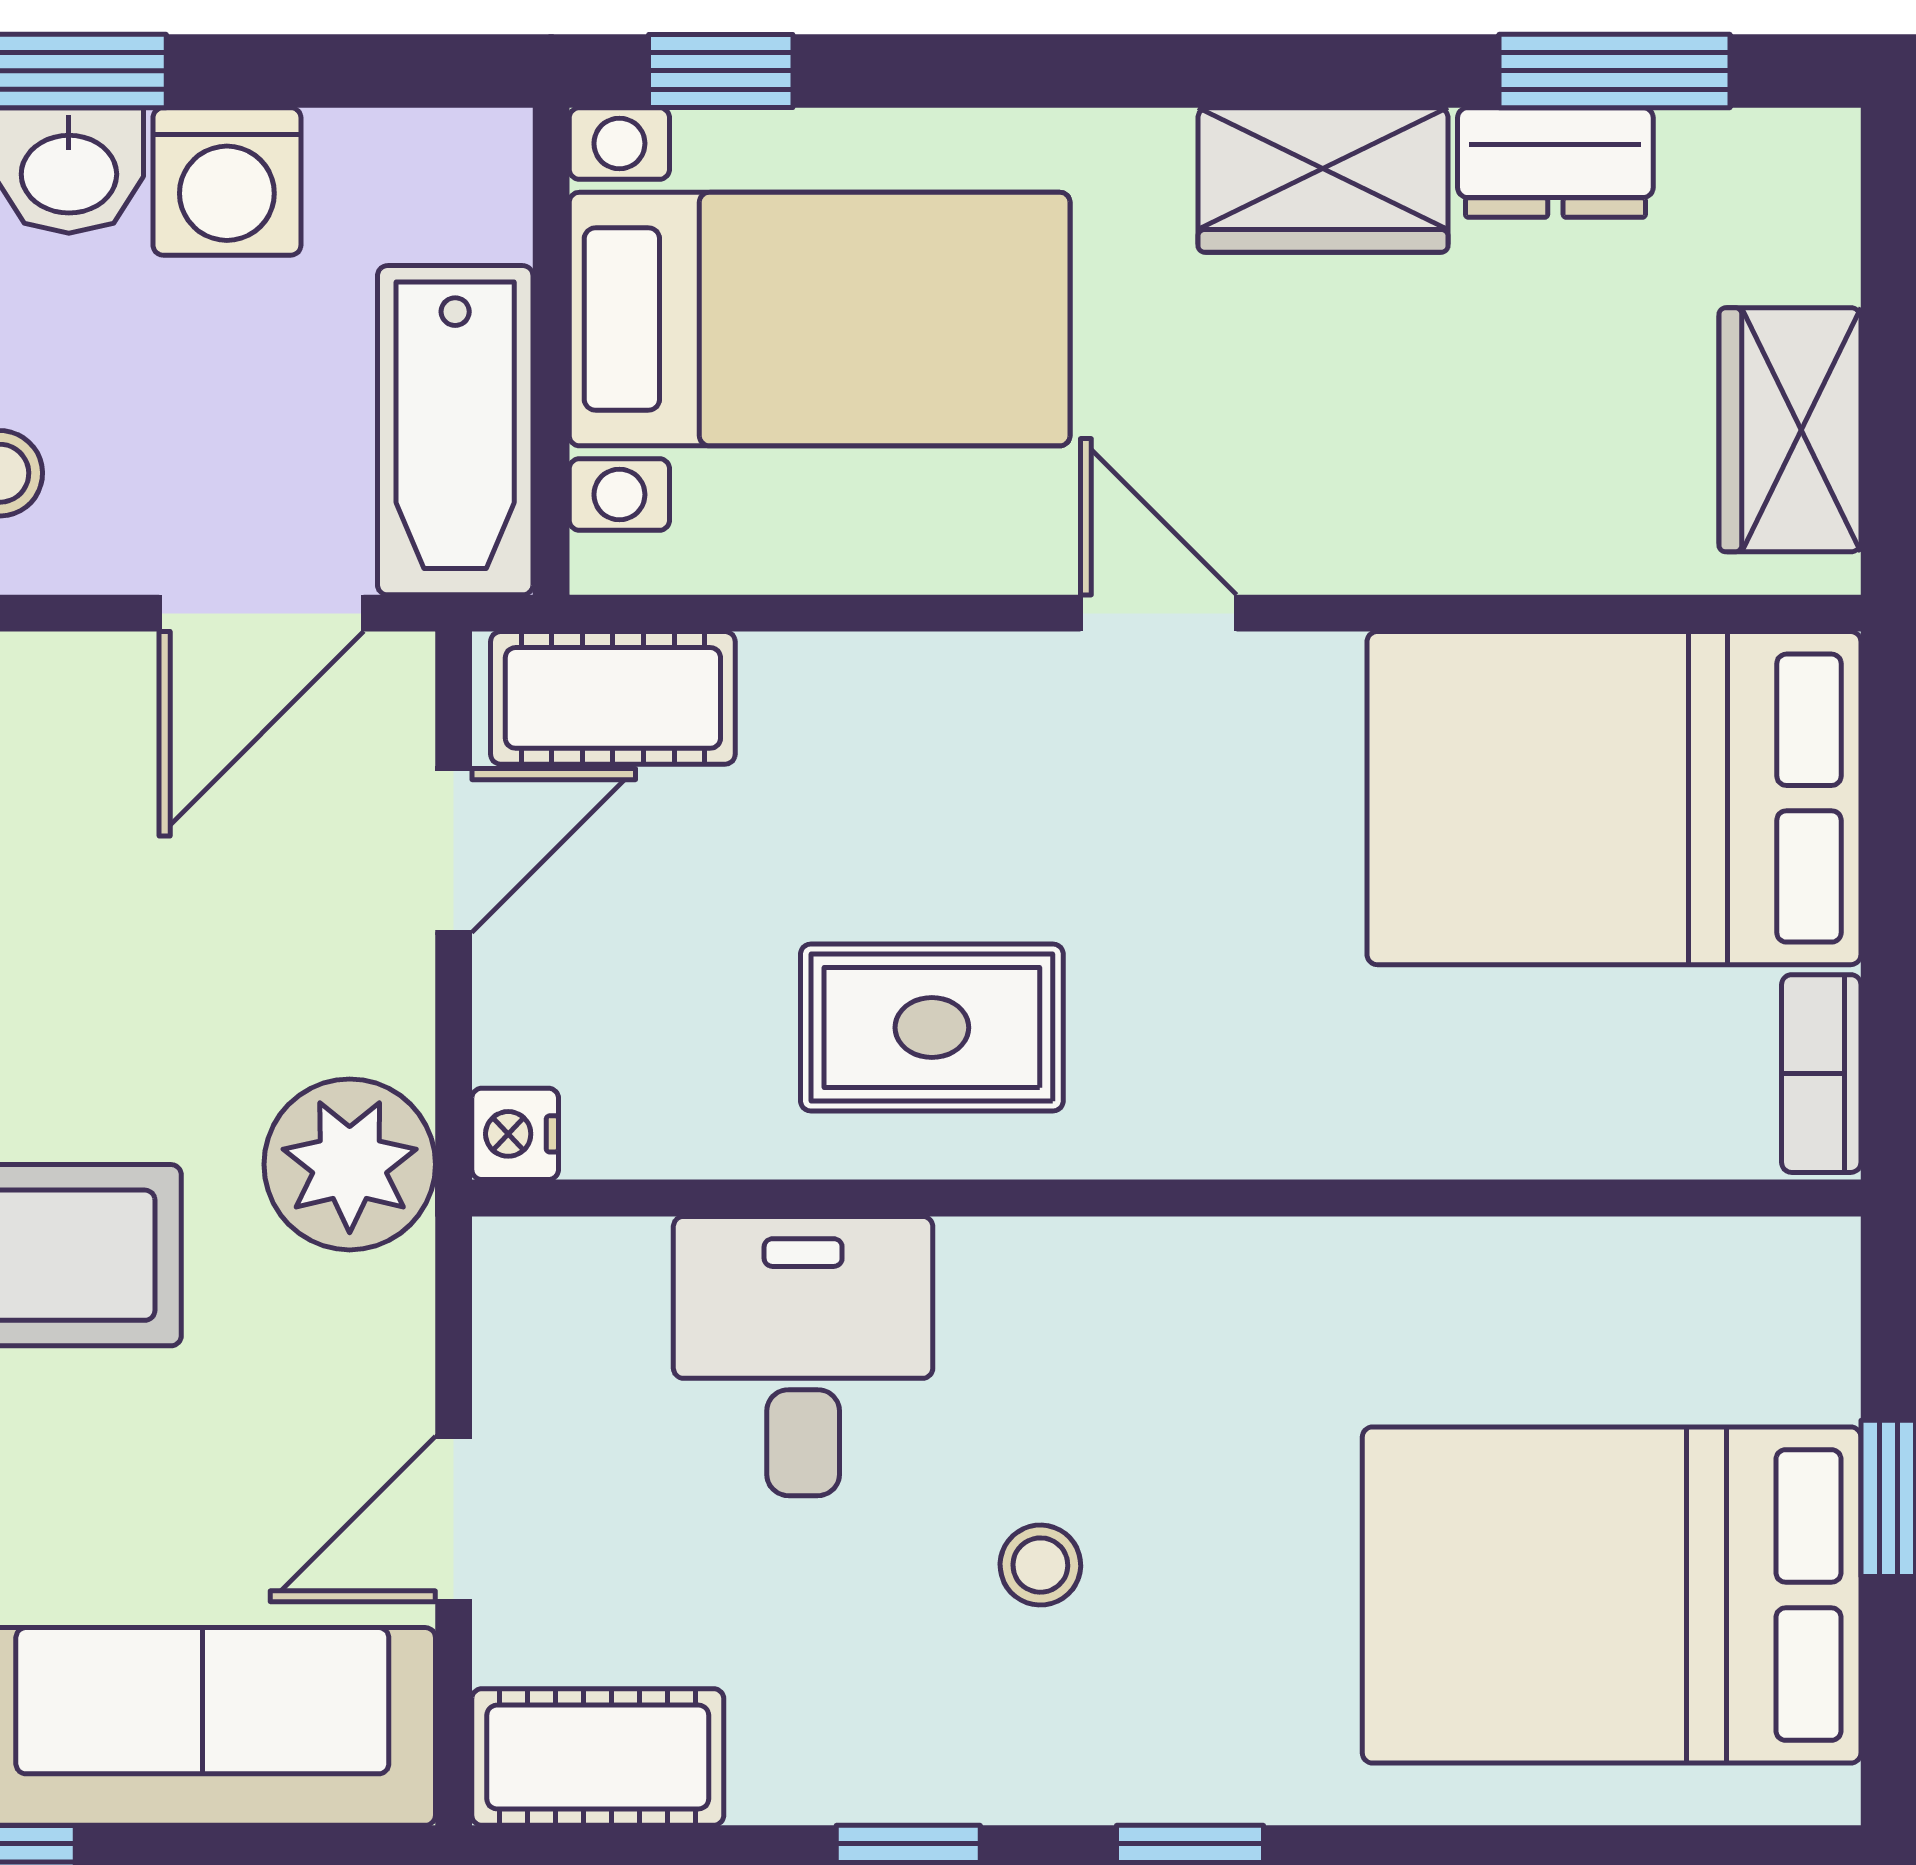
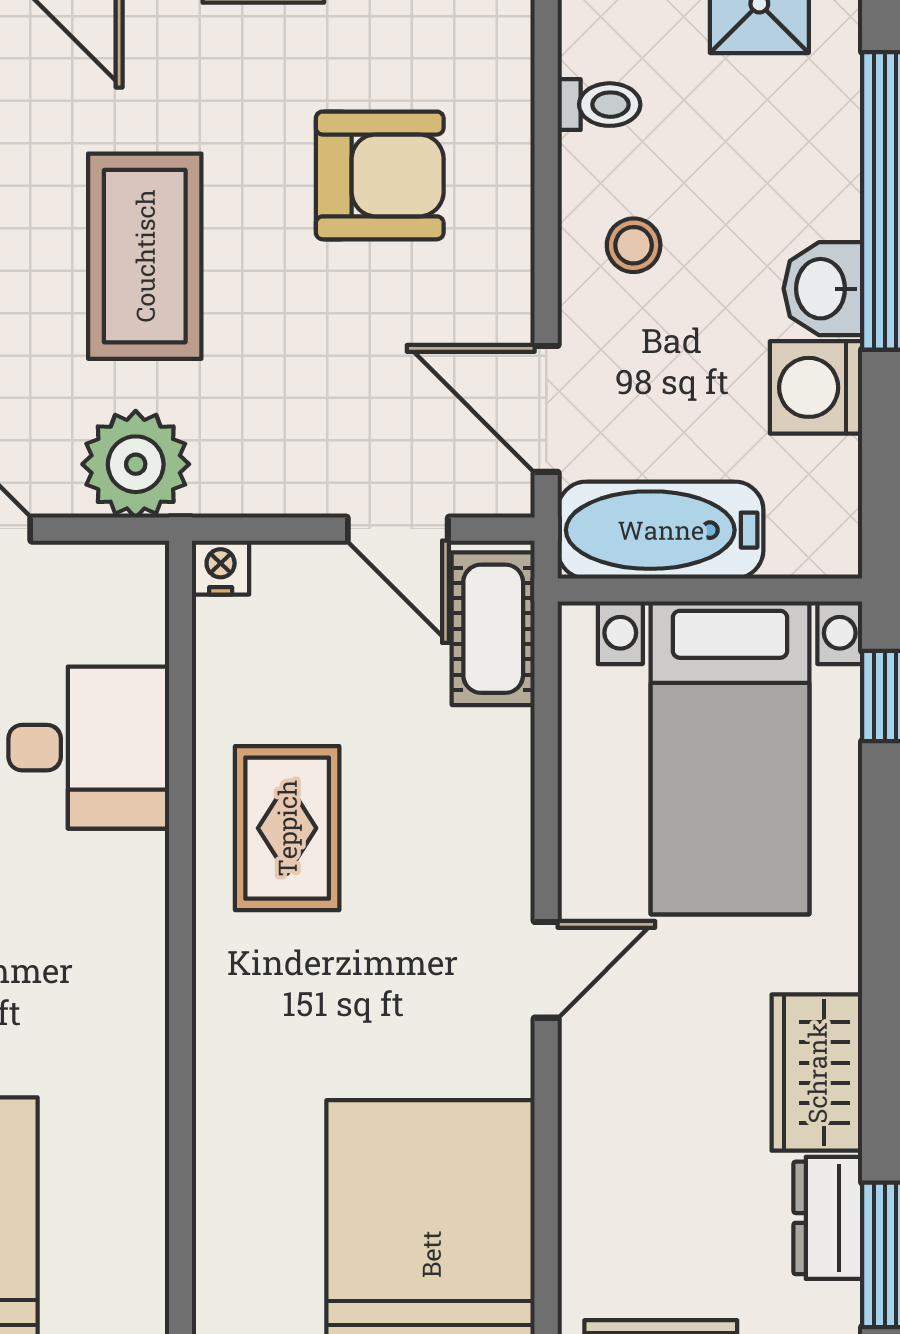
plant: (350, 1164) -> (136, 464), moved

